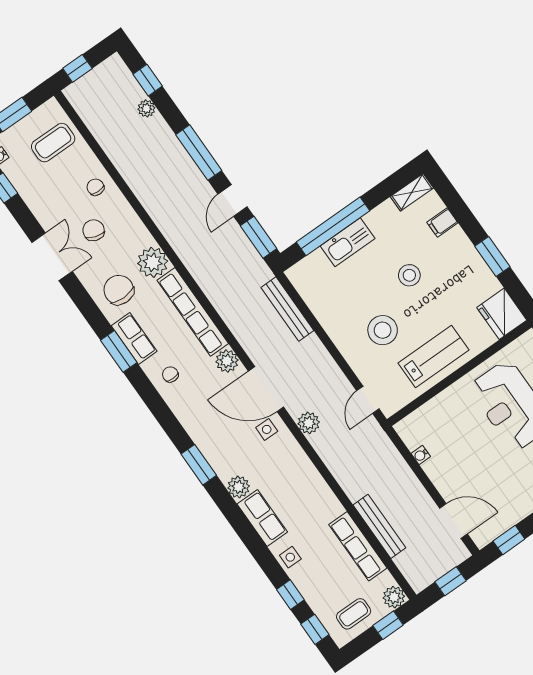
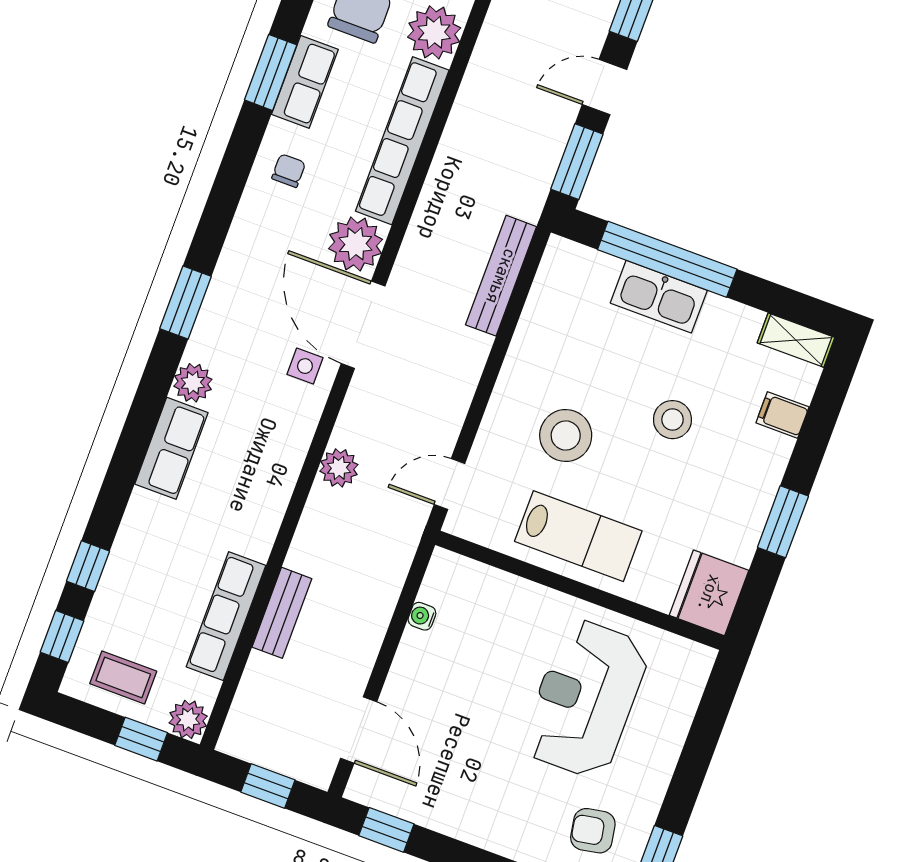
plant: (227, 361) -> (356, 244), width x1.36, depth x1.36
plant: (309, 423) -> (339, 468), moved
bench: (379, 526) -> (282, 613), width x0.73
side table: (290, 557) -> (142, 528), removed

